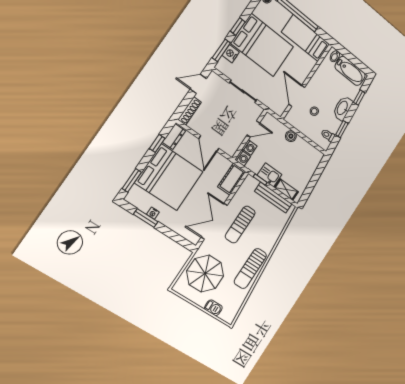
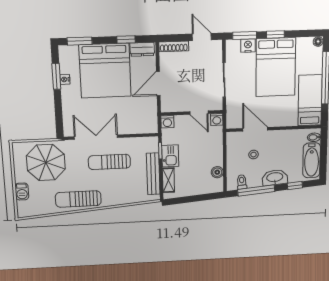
door: (297, 96) -> (255, 129), hinge flipped
window: (342, 129) -> (256, 191), width x2.17
boiler: (291, 136) -> (217, 172), moved
washing machine: (249, 147) -> (217, 120), moved
cot: (232, 179) -> (143, 126), removed

